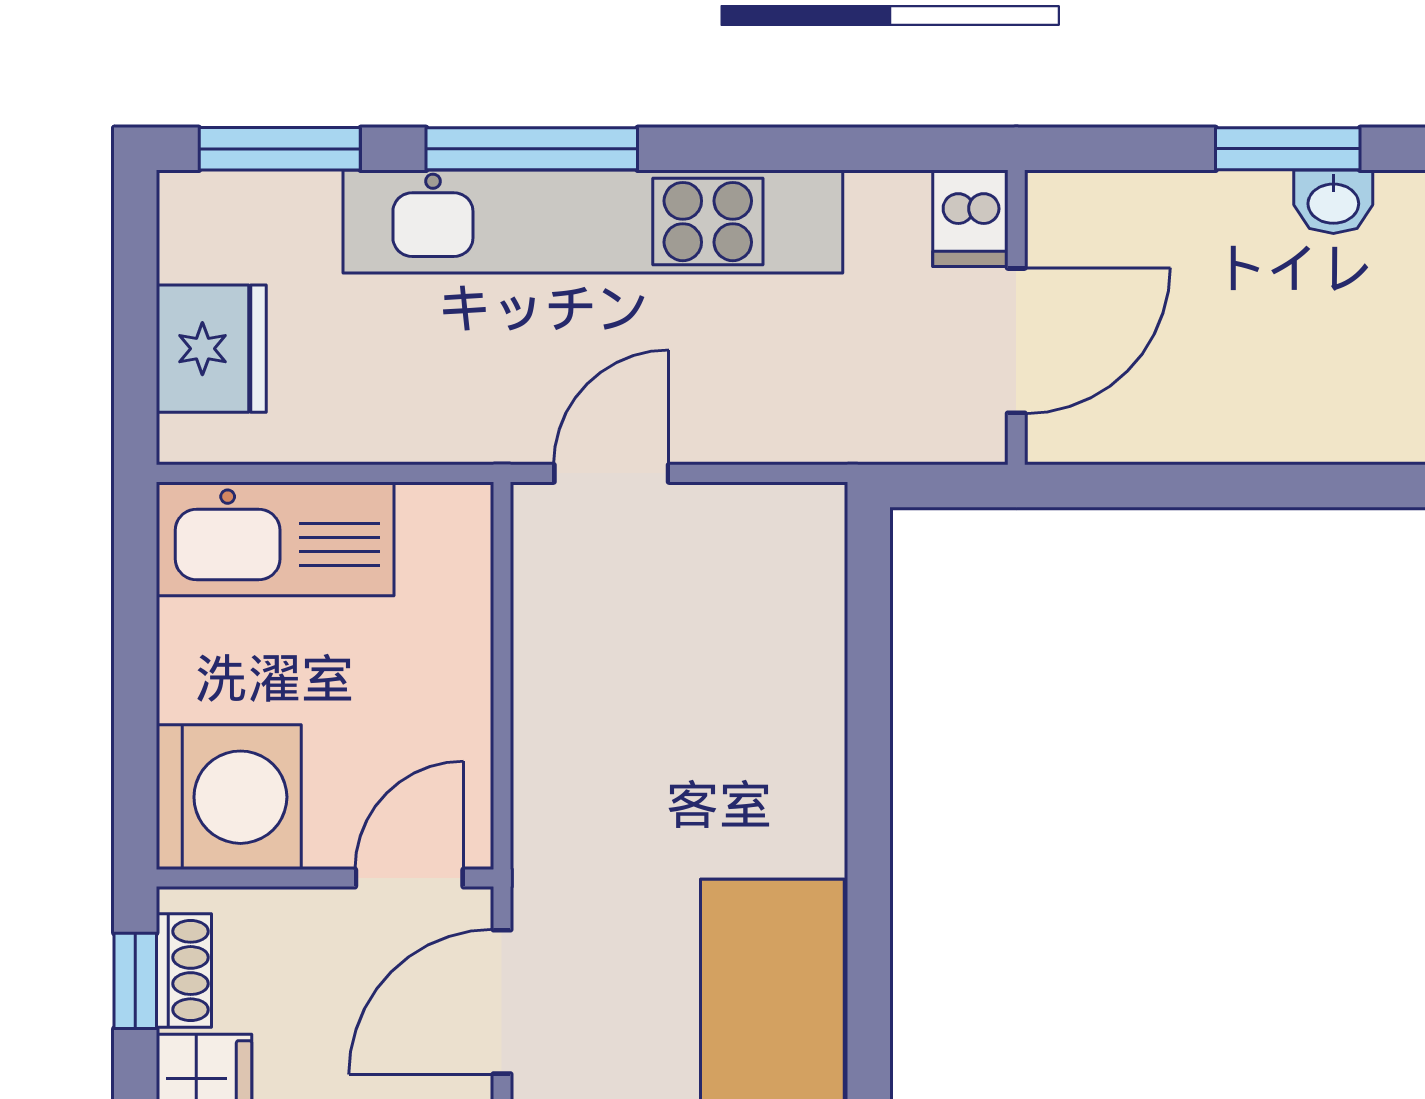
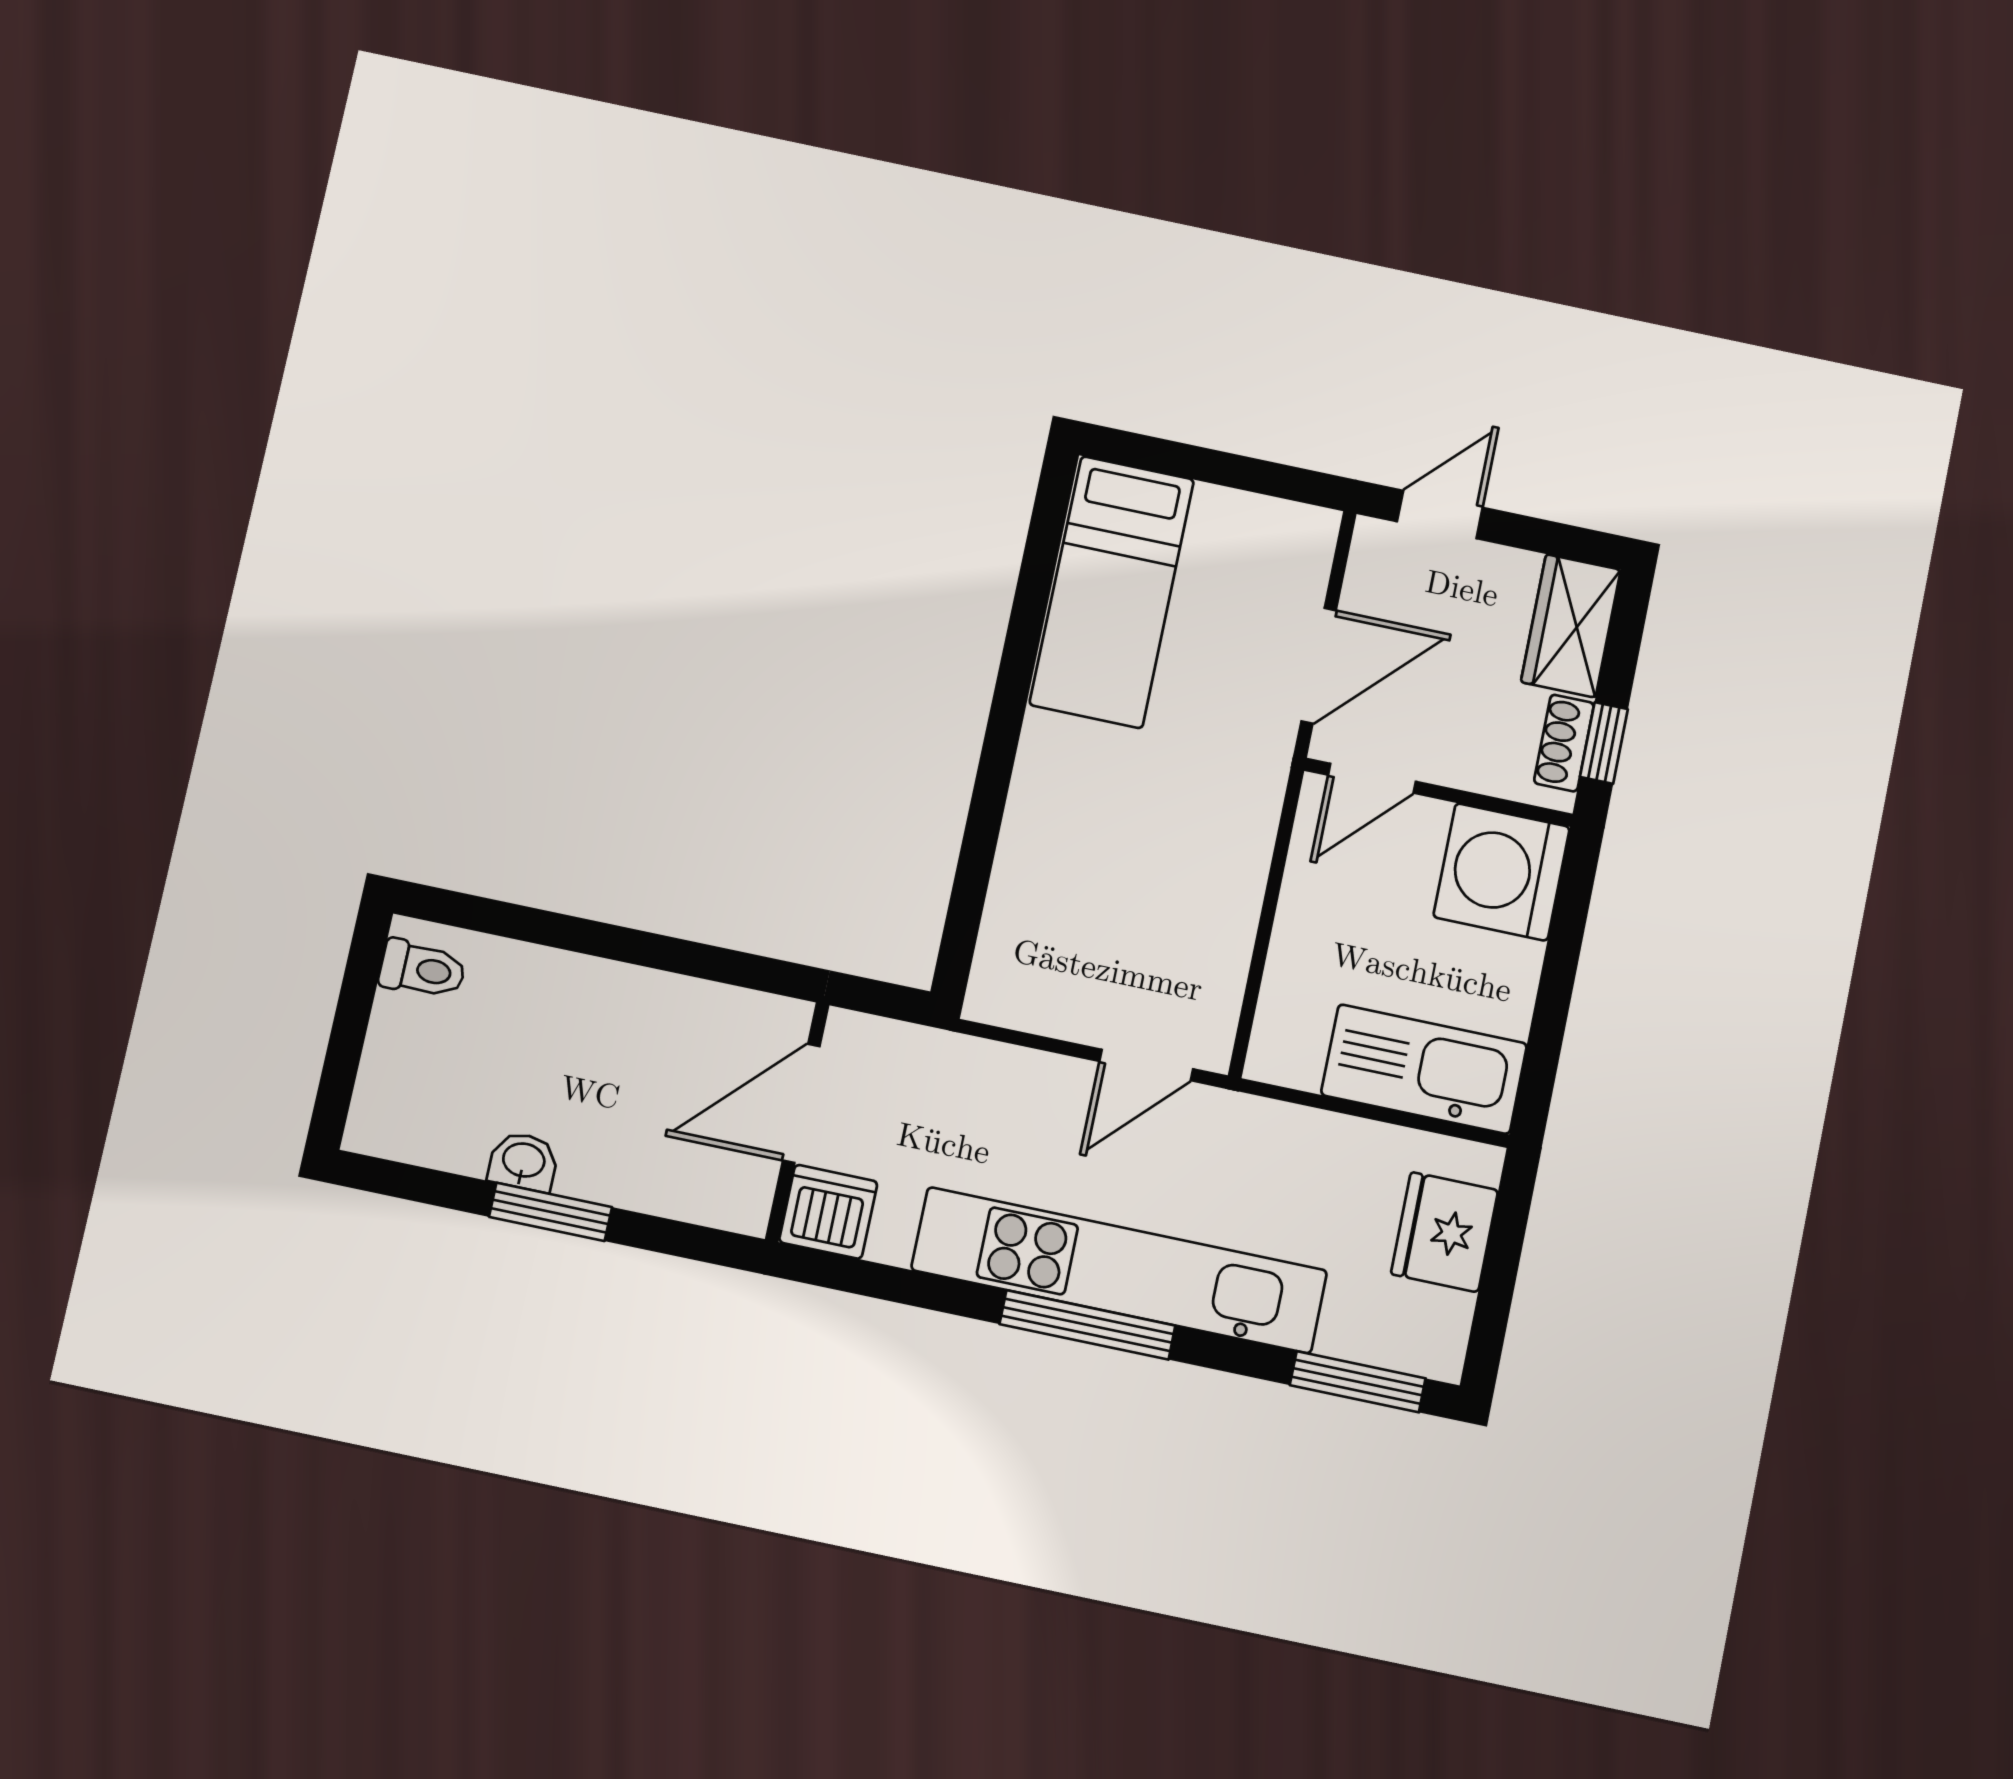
window: (532, 149) -> (1087, 1325), moved
dishwasher: (970, 218) -> (828, 1212), width x1.38

